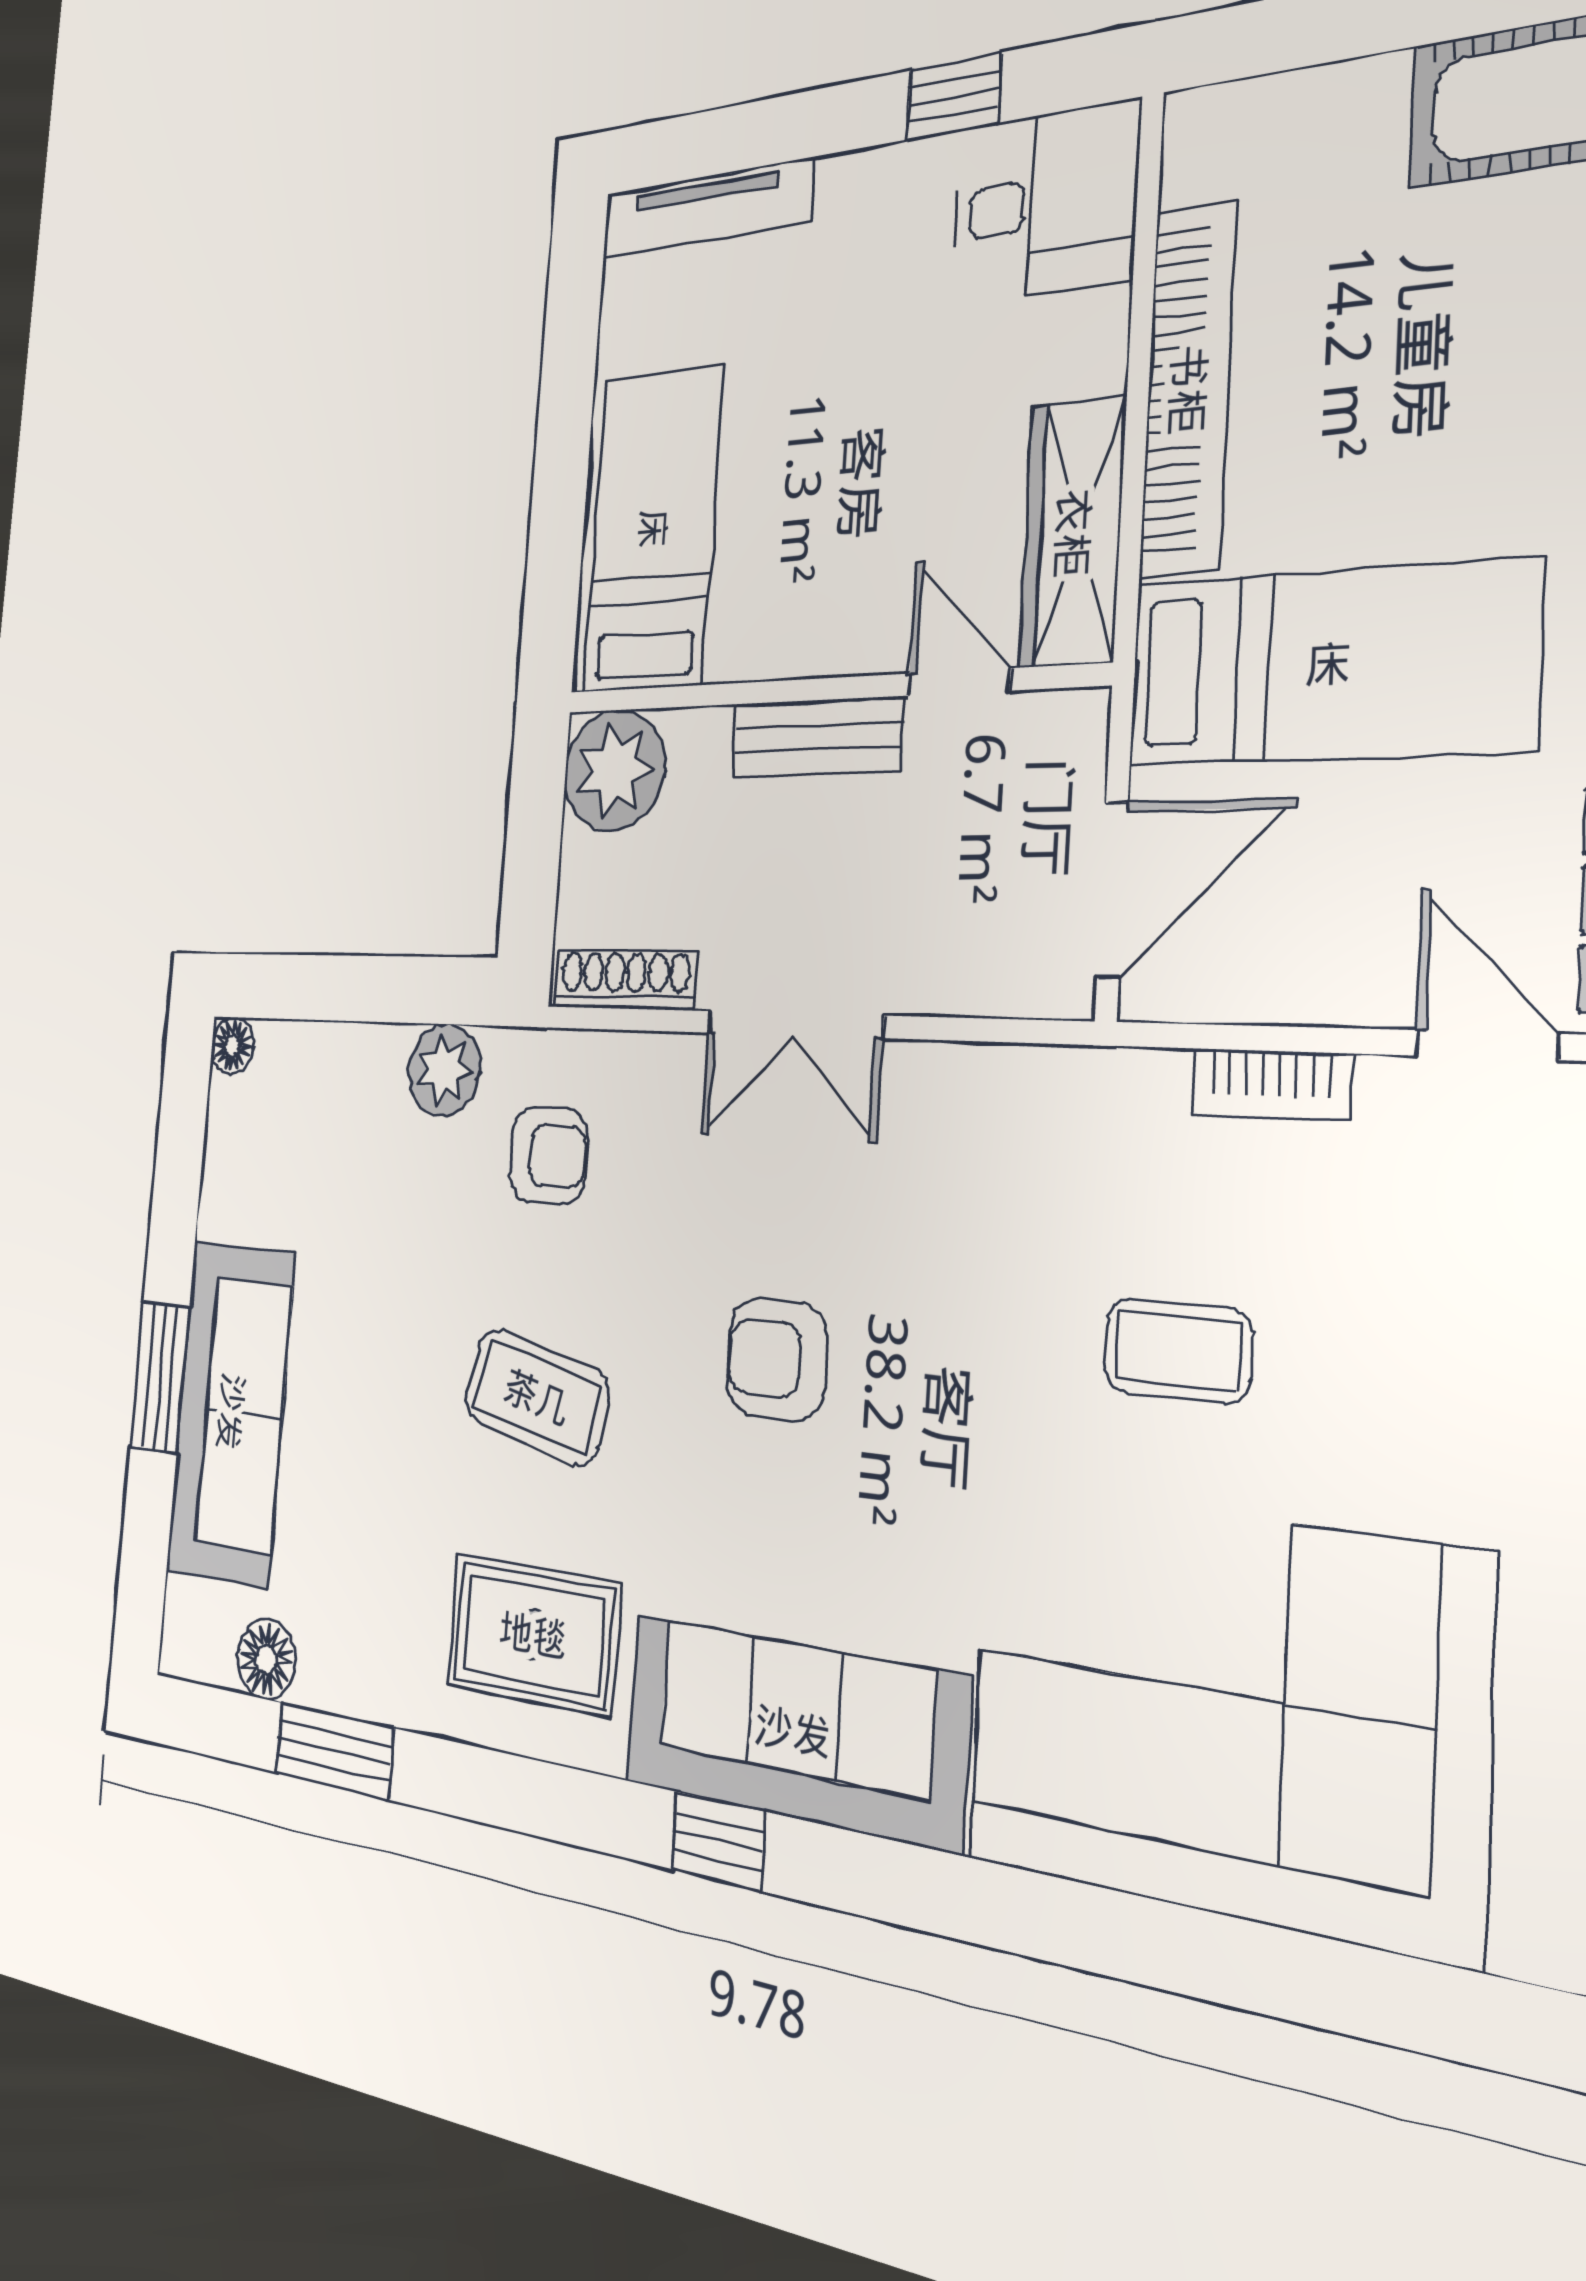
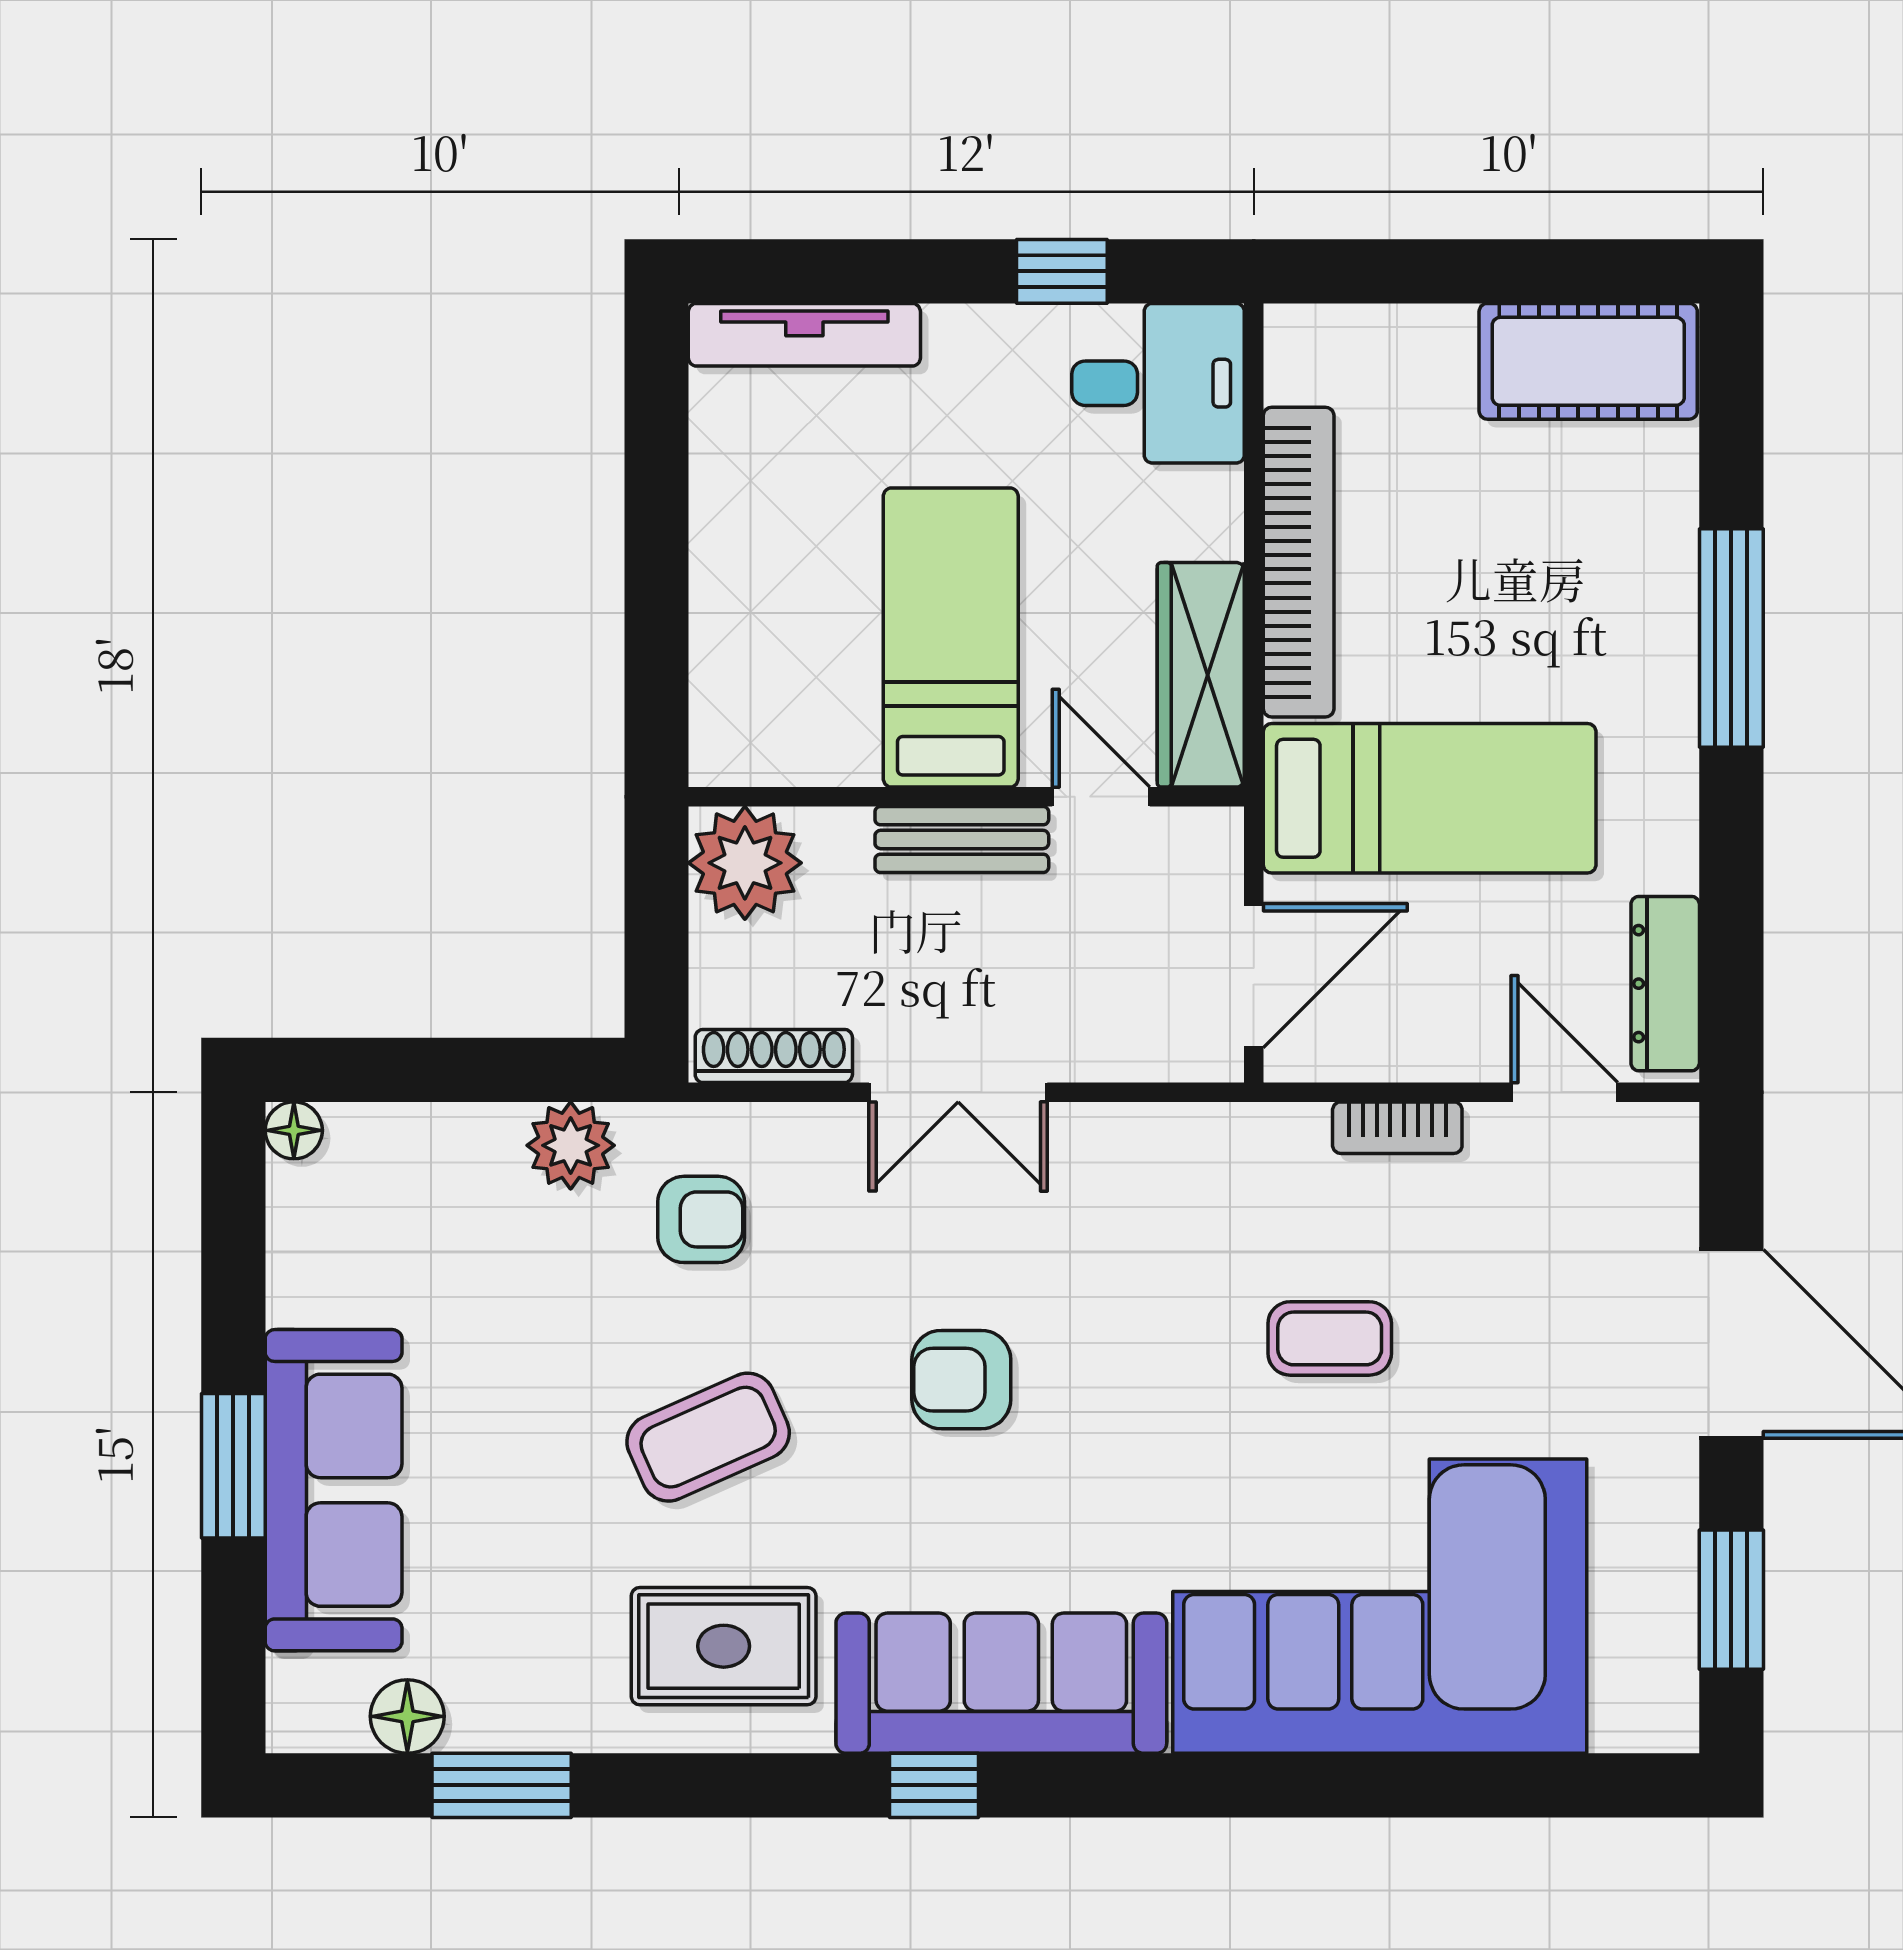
bed: (653, 529) -> (951, 638), moved
coffee table: (537, 1397) -> (708, 1437), turned -37

